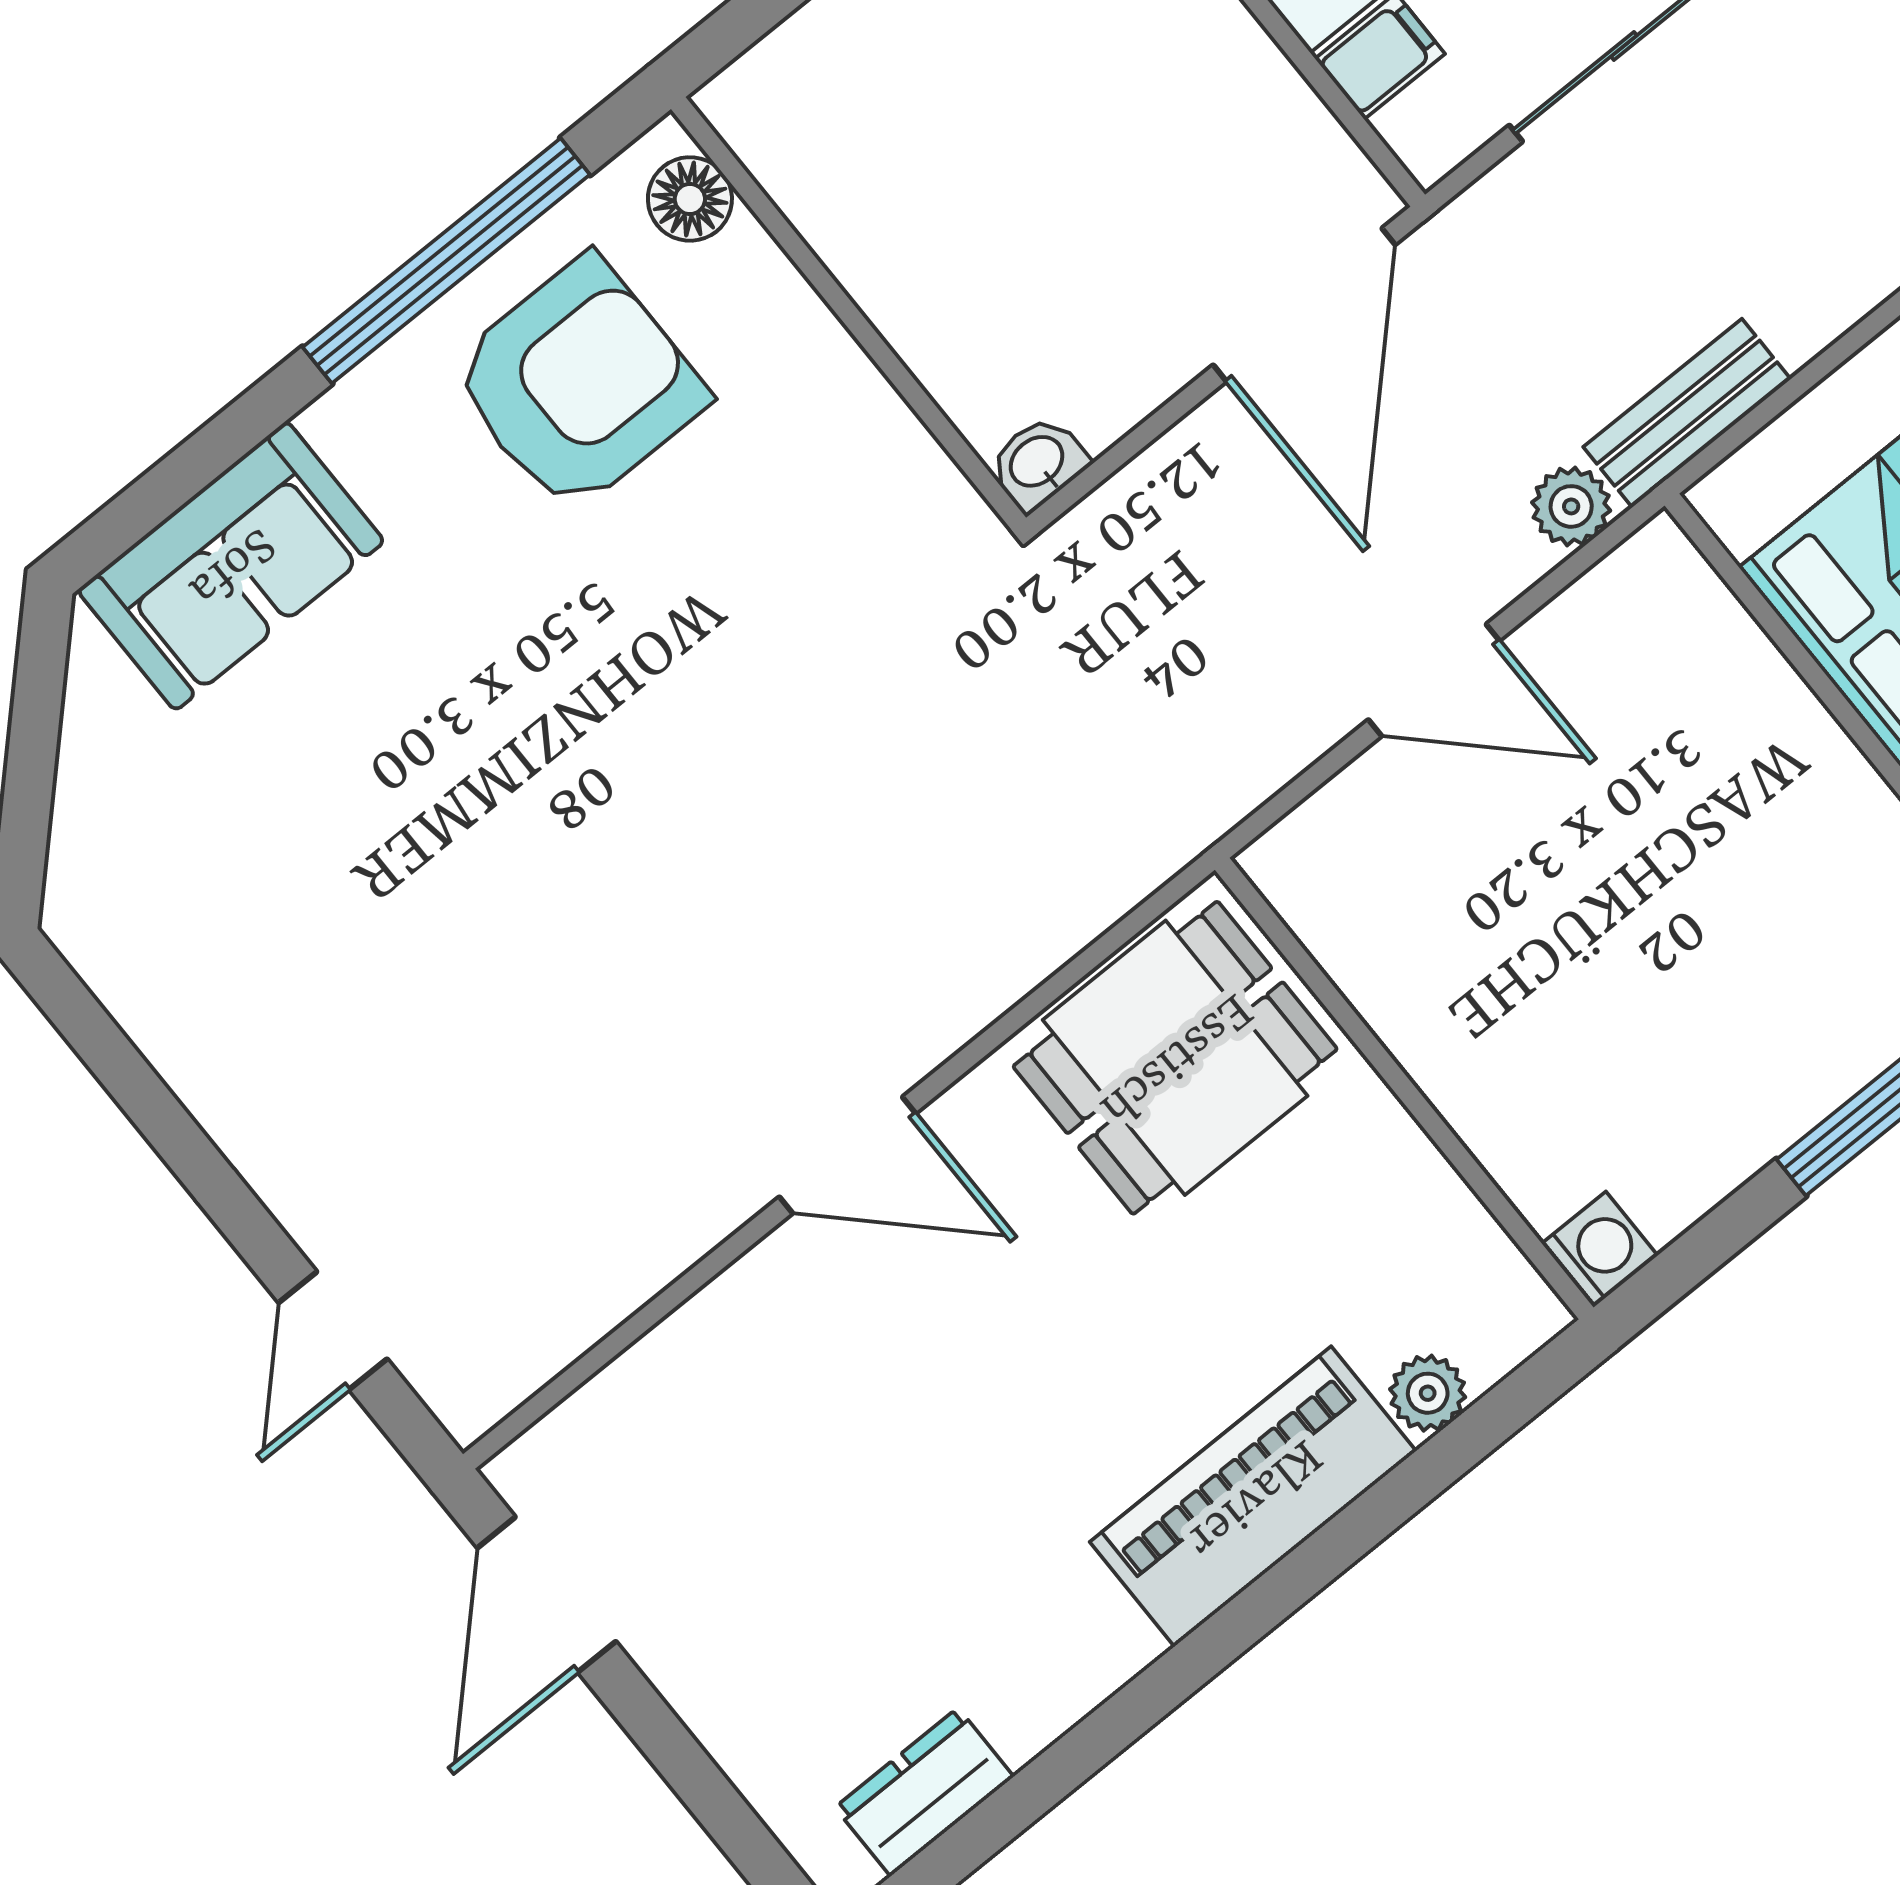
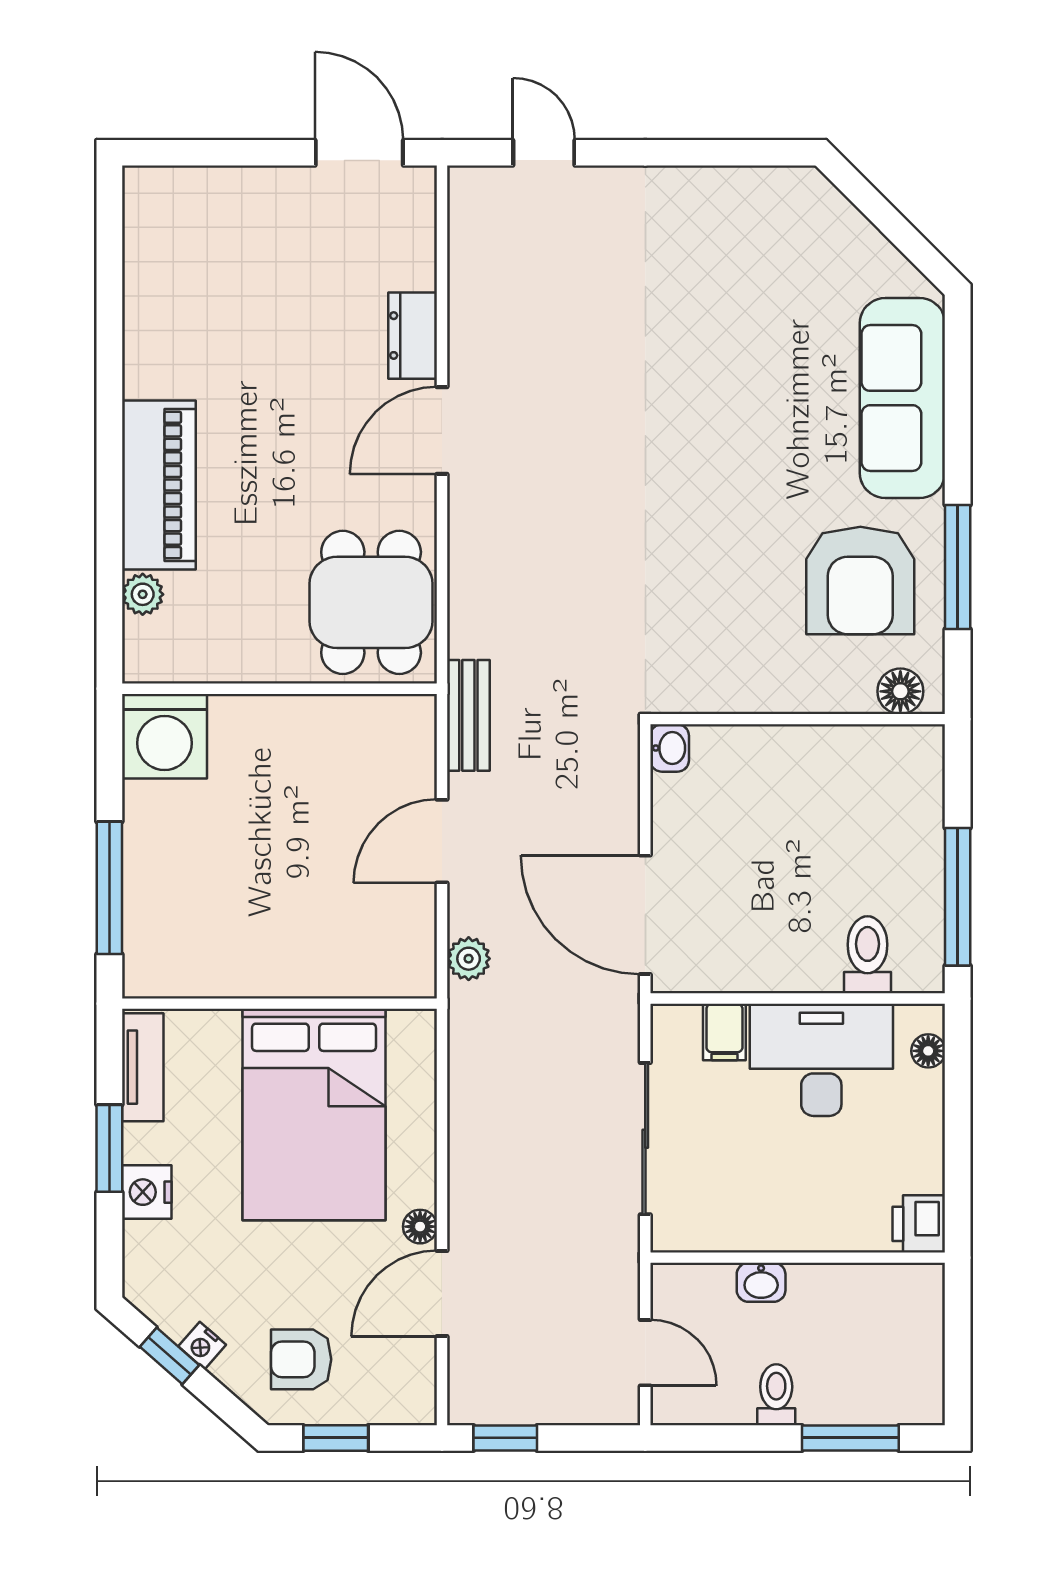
window: (446, 261) -> (958, 567), width x0.68
bench: (1687, 413) -> (468, 715), moved
sofa: (231, 566) -> (902, 398), width x1.36
washing machine: (1600, 1250) -> (165, 736), width x1.89, depth x1.89
dresser: (924, 1792) -> (413, 336), moved, turned 180

